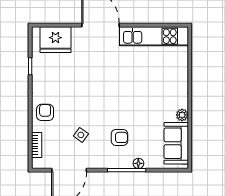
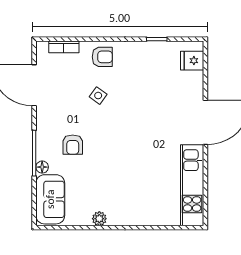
fridge: (55, 40) -> (192, 61), width x0.53, depth x0.75
side table: (81, 135) -> (98, 96), moved
sofa: (176, 143) -> (50, 199), moved, turned 90

